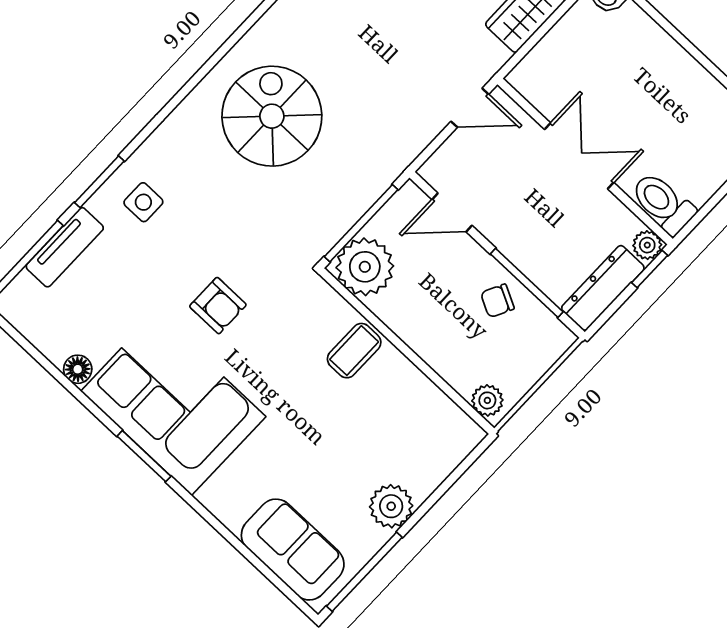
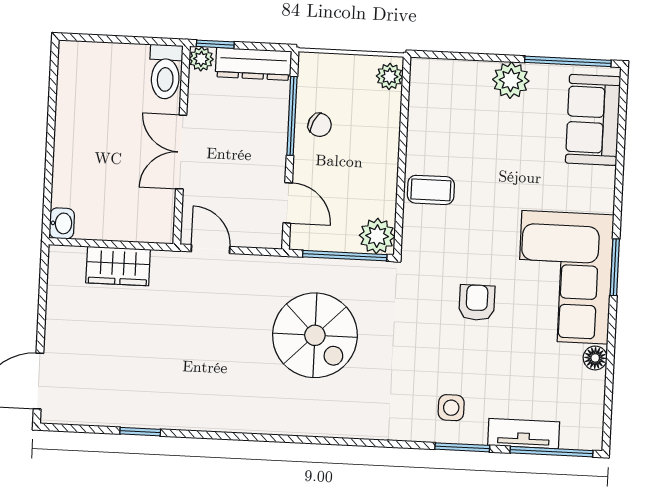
spiral stairs: (272, 116) -> (315, 335), moved, turned -90
plant: (365, 267) -> (377, 236), width x0.73, depth x0.73

